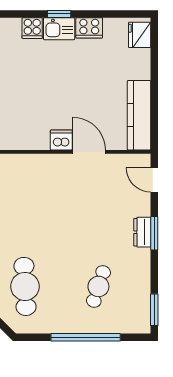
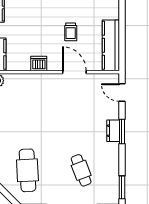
trolley: (84, 97) -> (71, 32), added
dishwasher: (61, 140) -> (39, 63), moved
cafe table: (98, 286) -> (81, 170), turned -39

